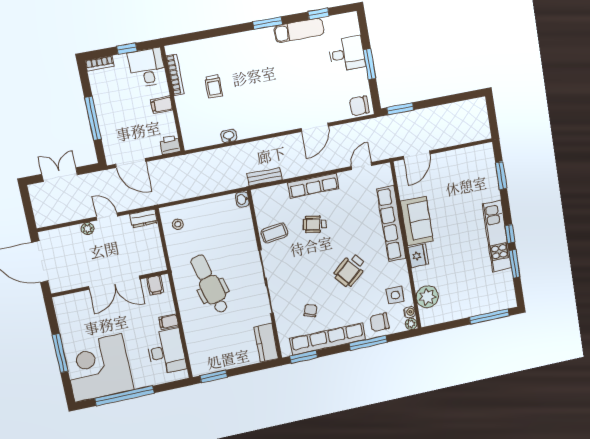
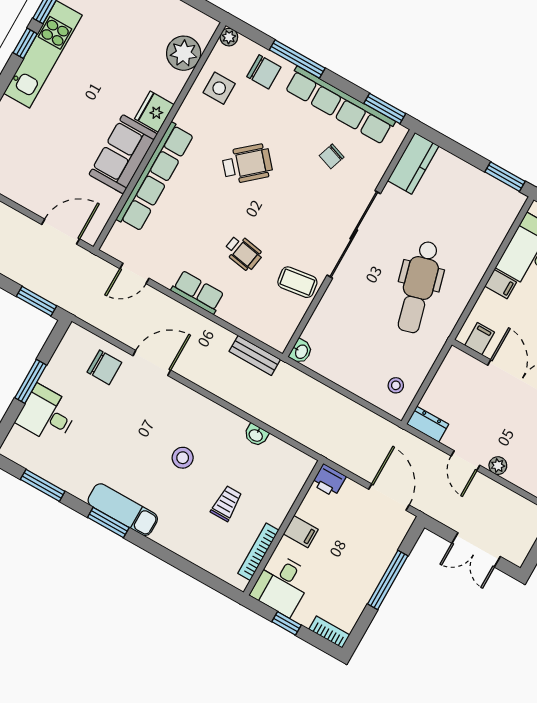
window: (319, 14) -> (43, 485), width x1.50
exam couch: (299, 30) -> (123, 510), moved
stool: (257, 91) -> (183, 458), added
chair: (359, 106) -> (104, 367), moved
row of seats: (313, 186) -> (198, 292), width x0.68
water cooler: (410, 312) -> (219, 53), removed

